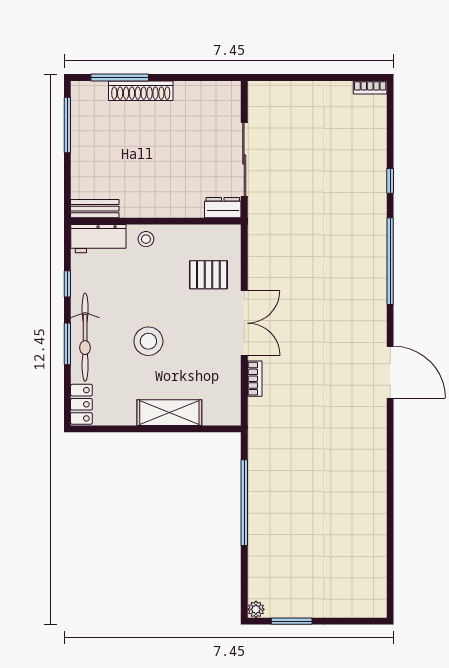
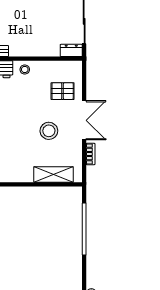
stool: (148, 341) -> (49, 131), moved
shelving: (169, 413) -> (54, 175), moved

